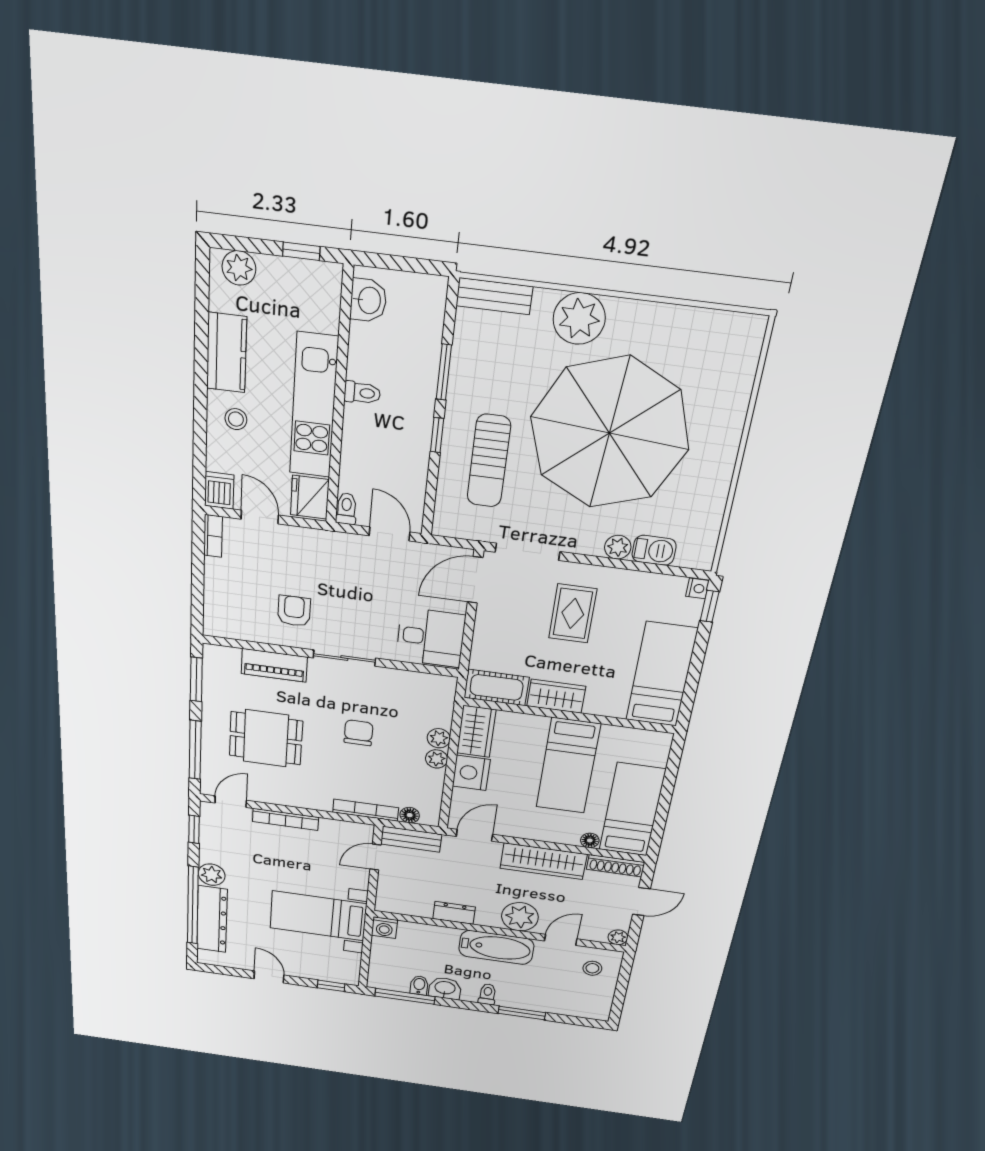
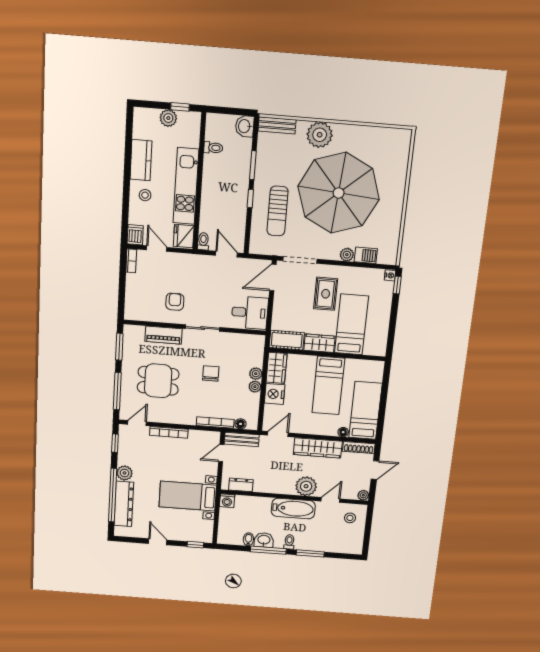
plant: (239, 268) -> (168, 118), moved
washbasin: (368, 300) -> (245, 126), moved, turned 180
toilet: (362, 393) -> (213, 148), moved
bed: (661, 675) -> (351, 325), moved
dresser: (454, 913) -> (241, 485), moved
window: (405, 996) -> (268, 550), moved

